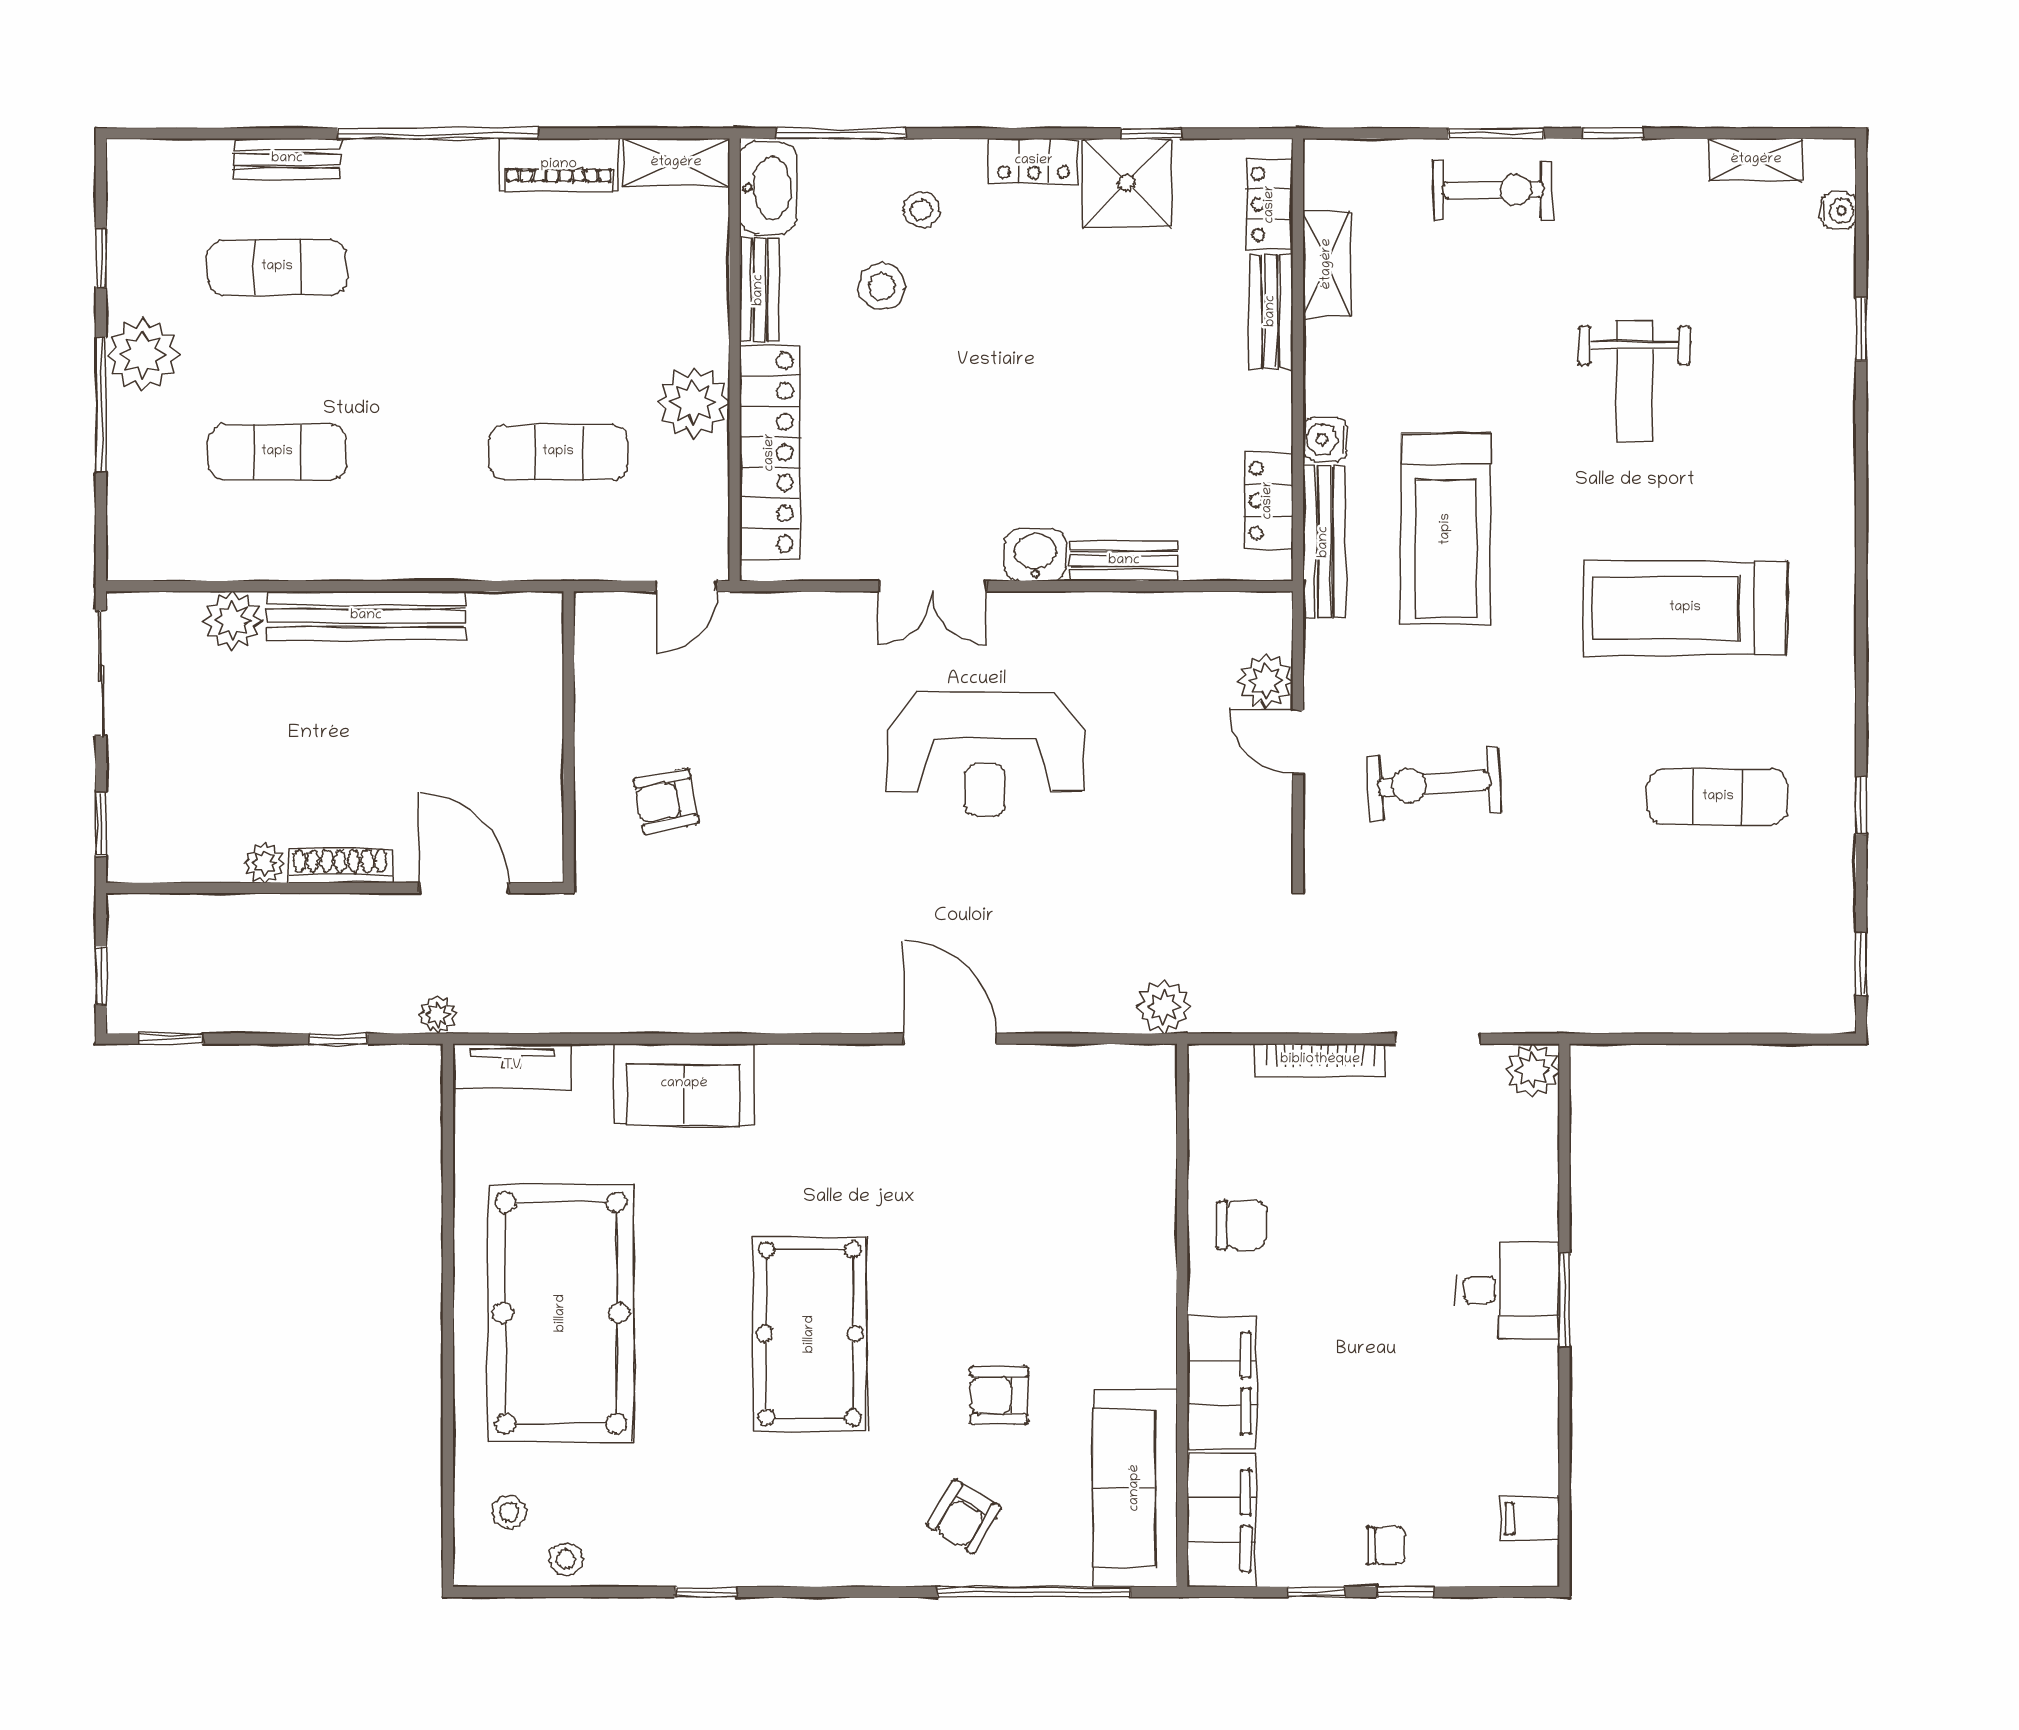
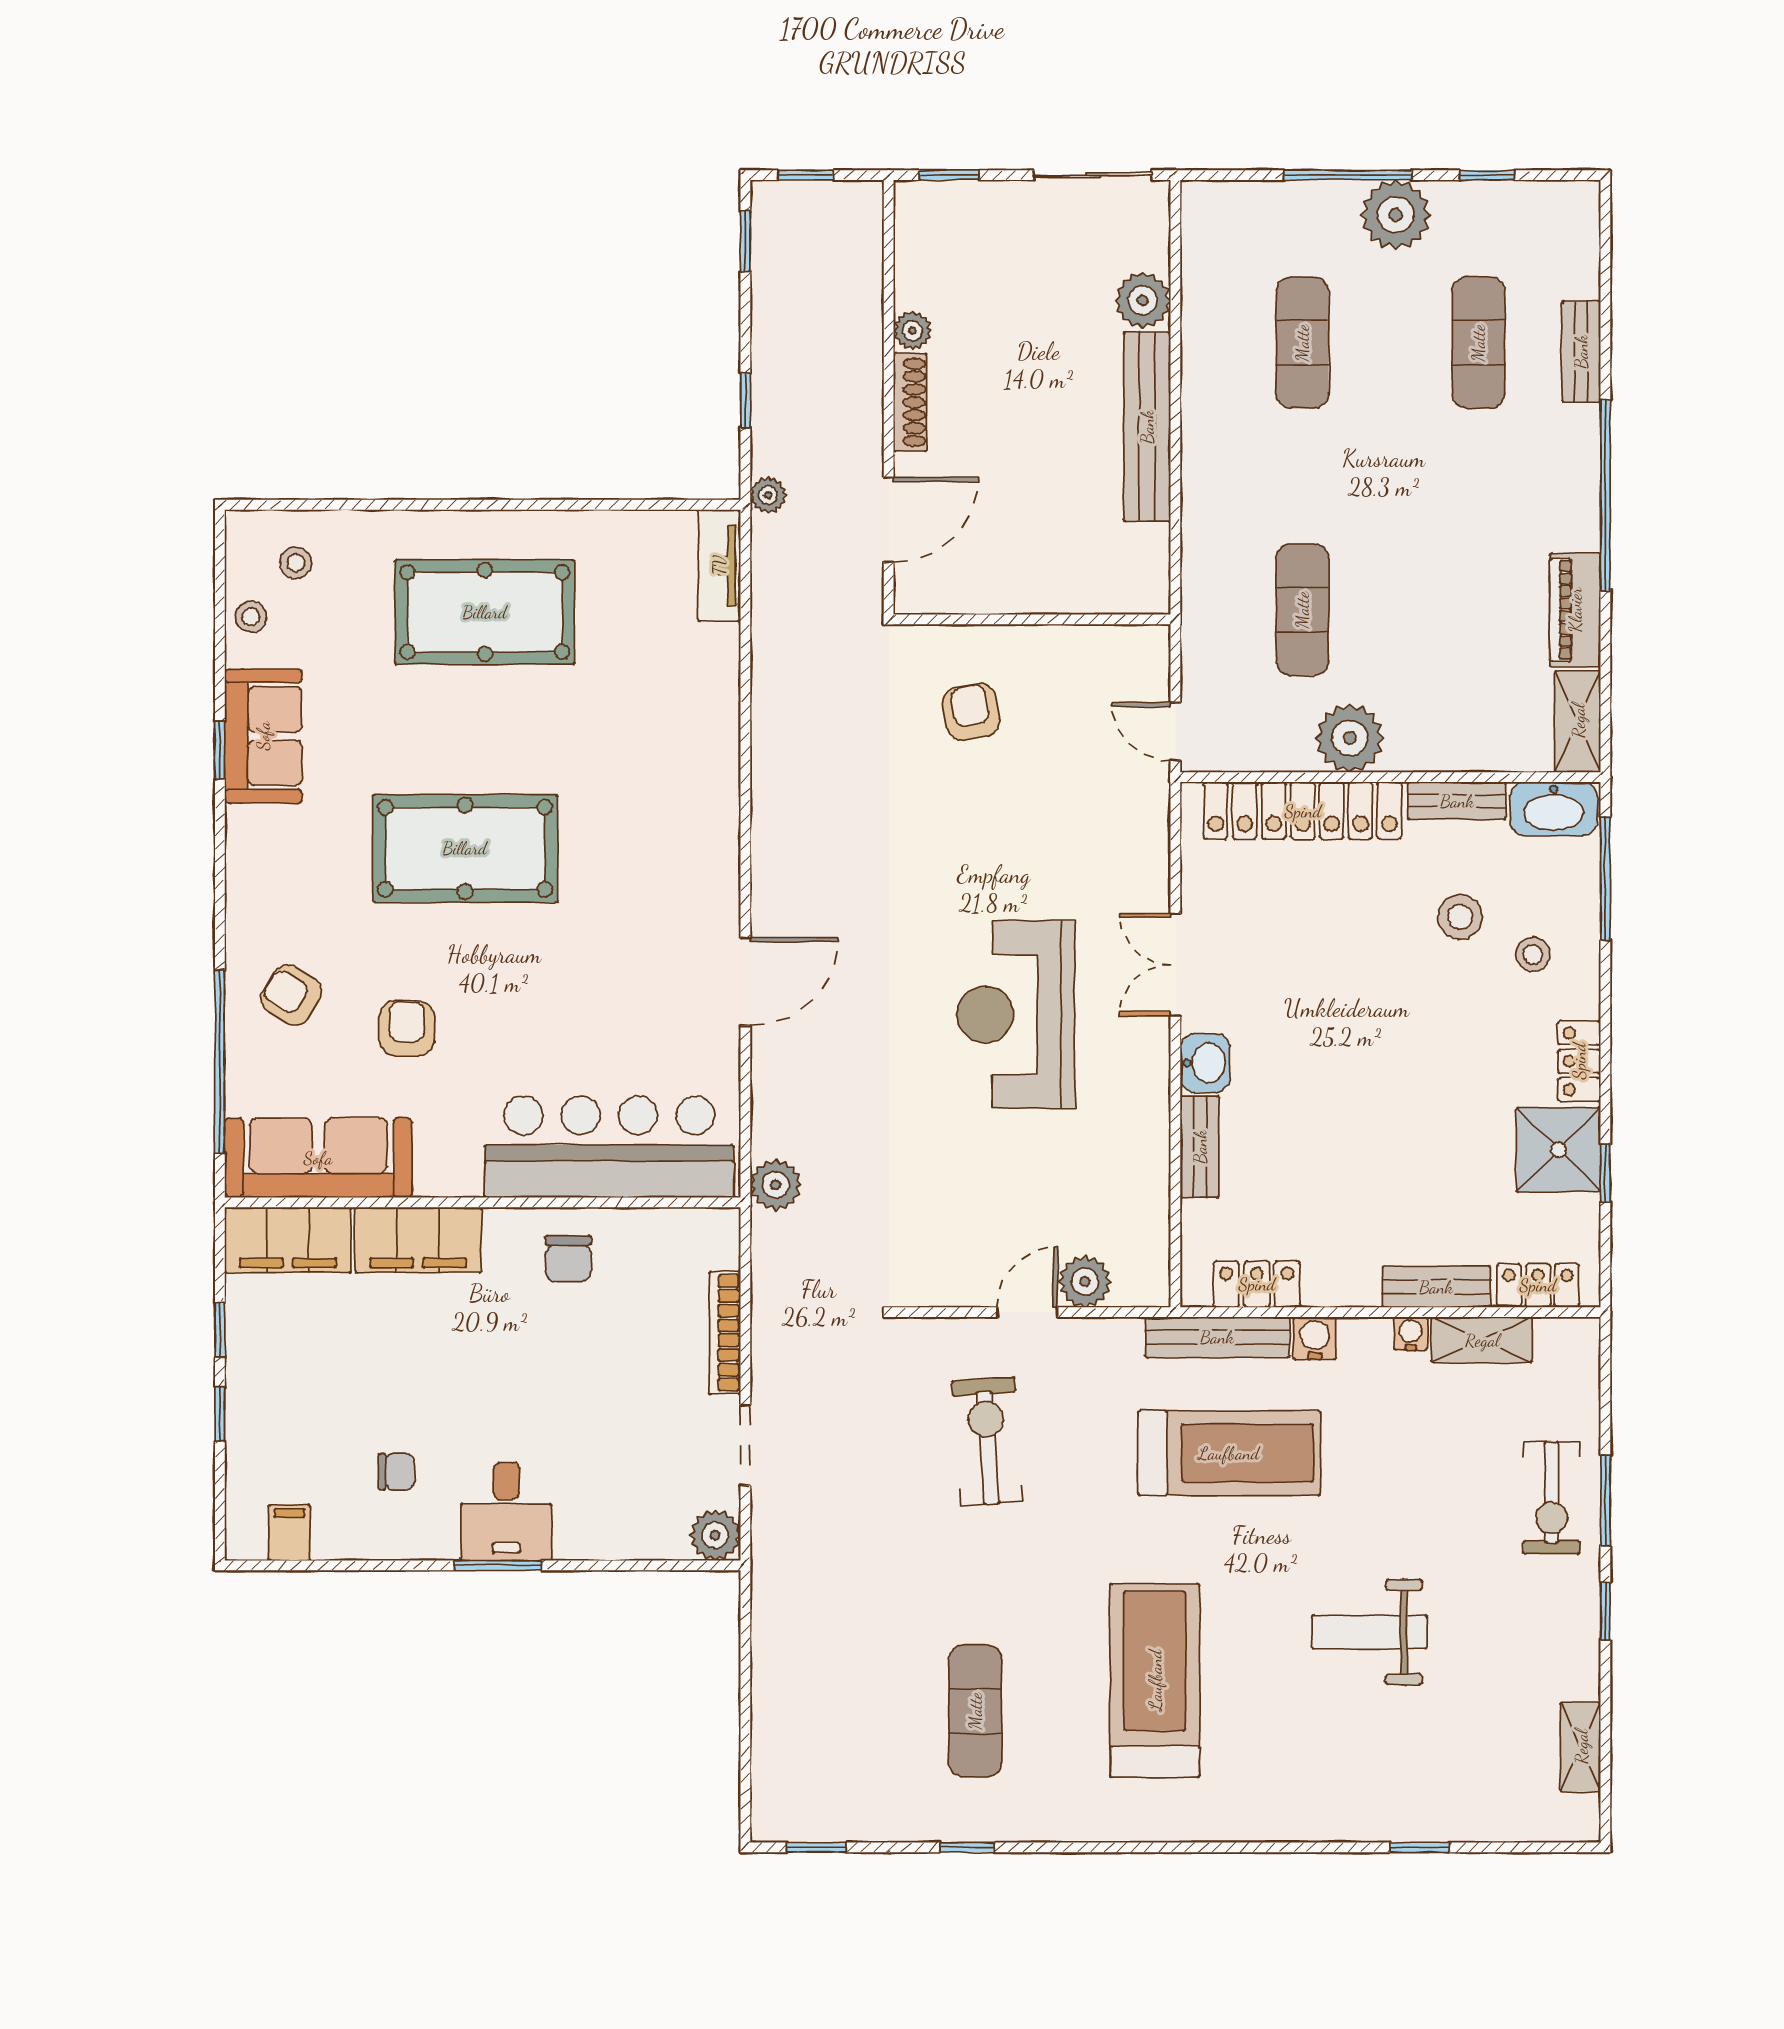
water cooler: (1839, 211) -> (1411, 1334), moved, turned 180
treadmill: (1446, 529) -> (1229, 1453), turned 180
sofa: (684, 1084) -> (263, 736), moved, turned 180
bar counter: (1124, 1182) -> (609, 1147), added
pool table: (561, 1313) -> (485, 612), width x0.73, depth x0.76
chair: (1386, 1545) -> (396, 1472), moved, turned -90

